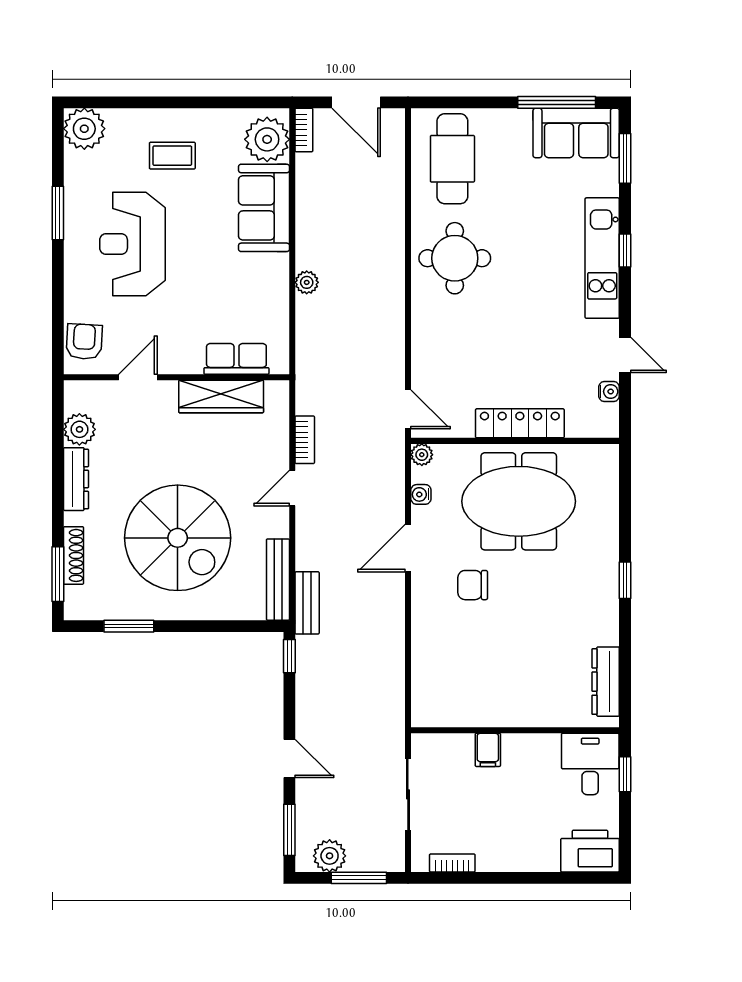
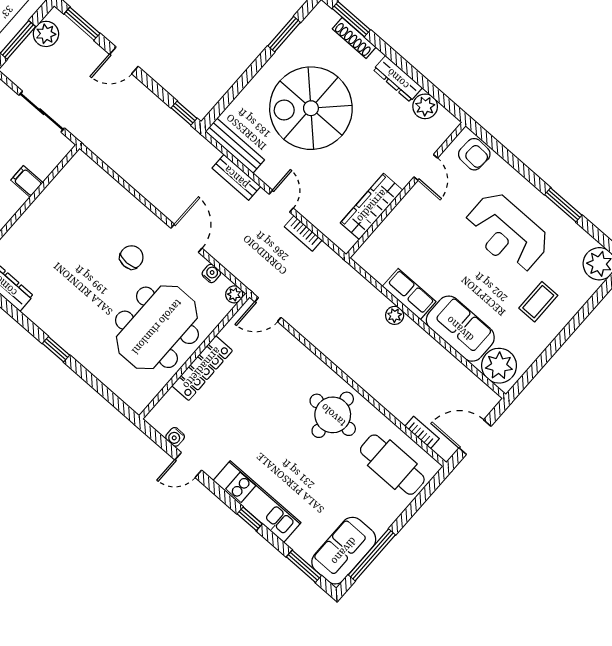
bookcase: (304, 130) -> (422, 432), moved, turned 180
reception desk: (133, 244) -> (507, 233), turned 180
row of seats: (236, 359) -> (409, 294), moved, turned -90
bench: (307, 603) -> (236, 177), moved

